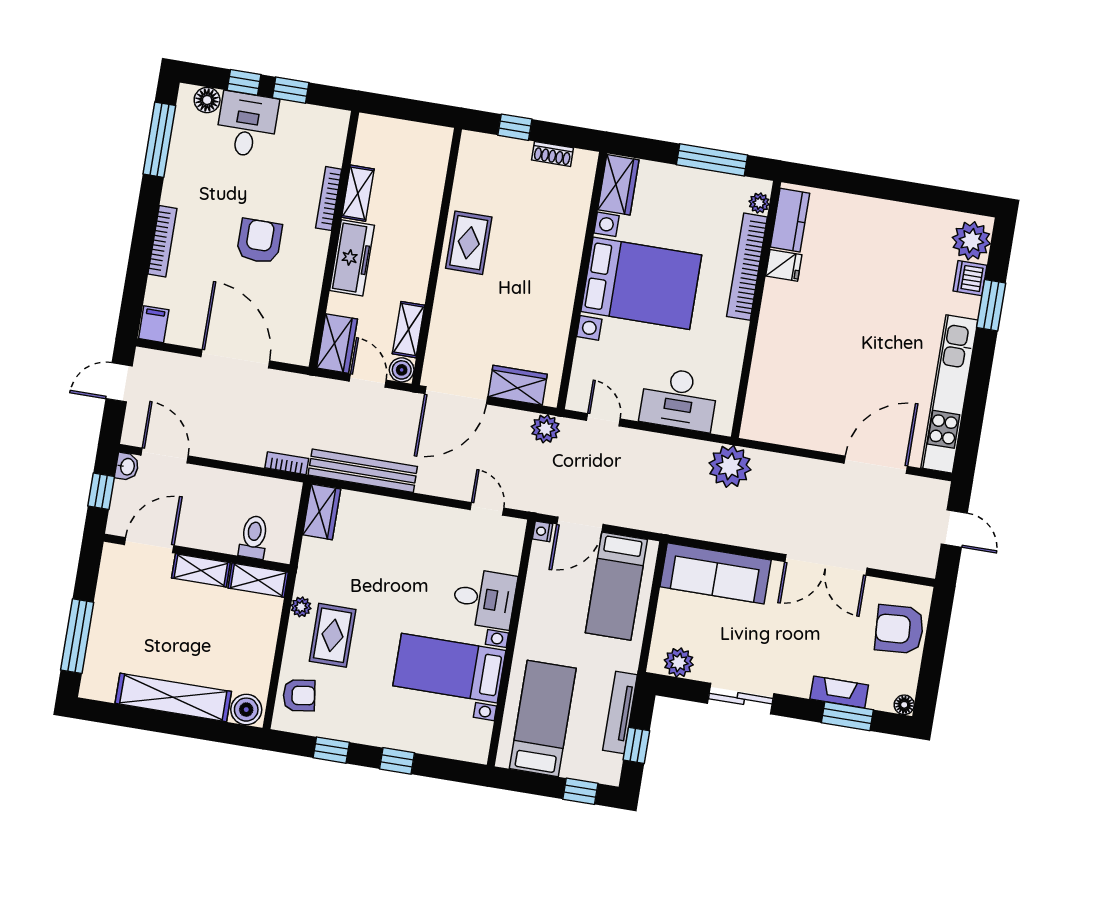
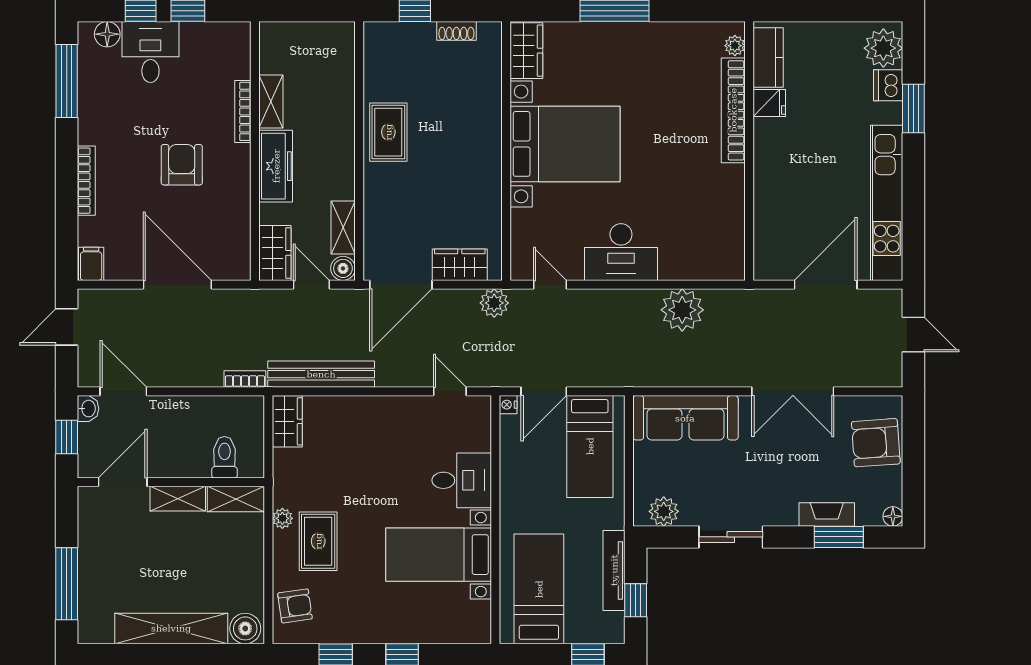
plant: (759, 203) -> (735, 46), moved
kitchen counter: (790, 220) -> (768, 57), moved
fridge: (784, 265) -> (769, 103), moved
bookcase: (747, 267) -> (733, 110), moved
wall: (756, 309) -> (749, 151), moved

